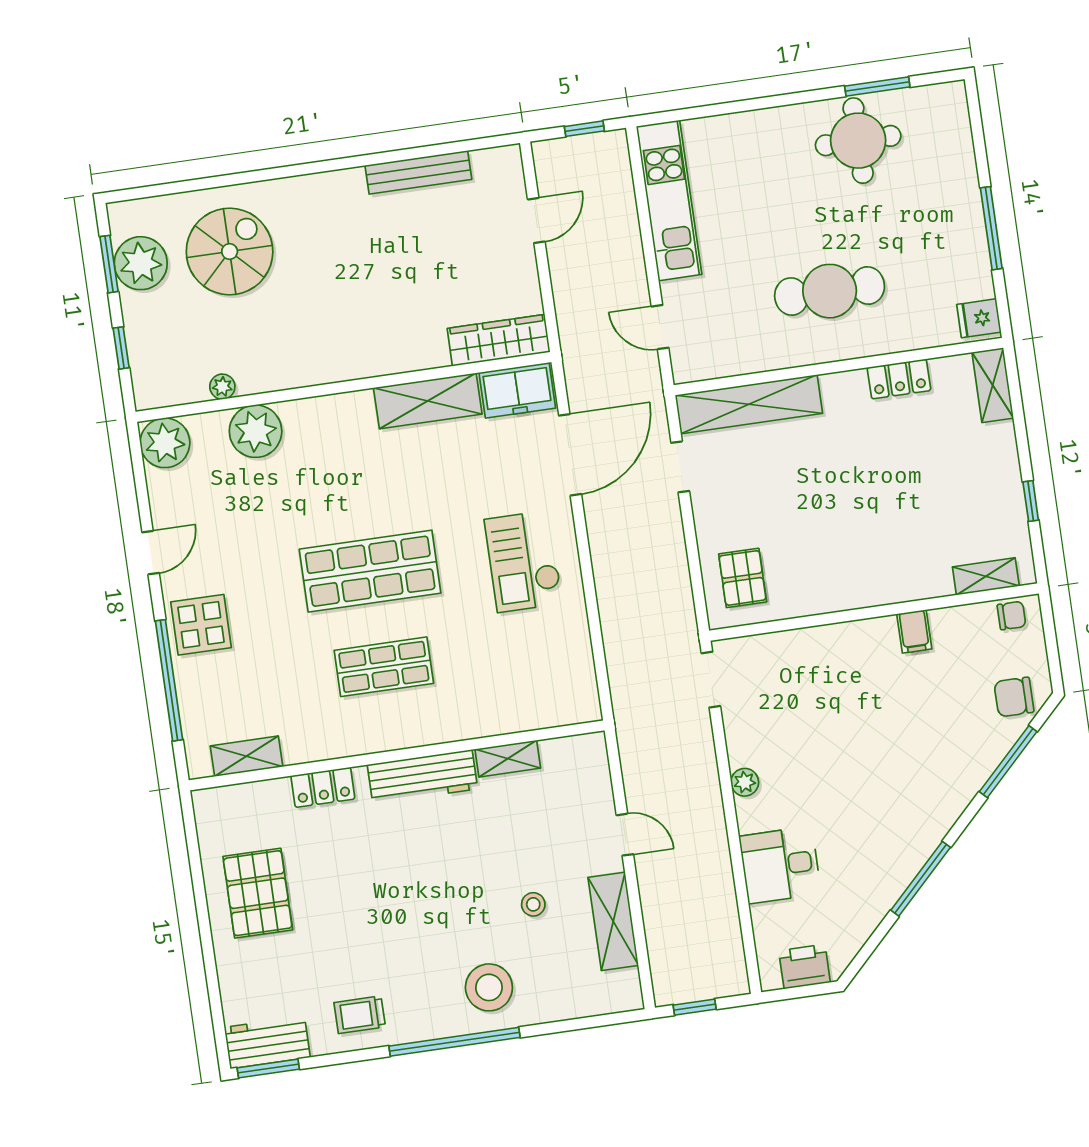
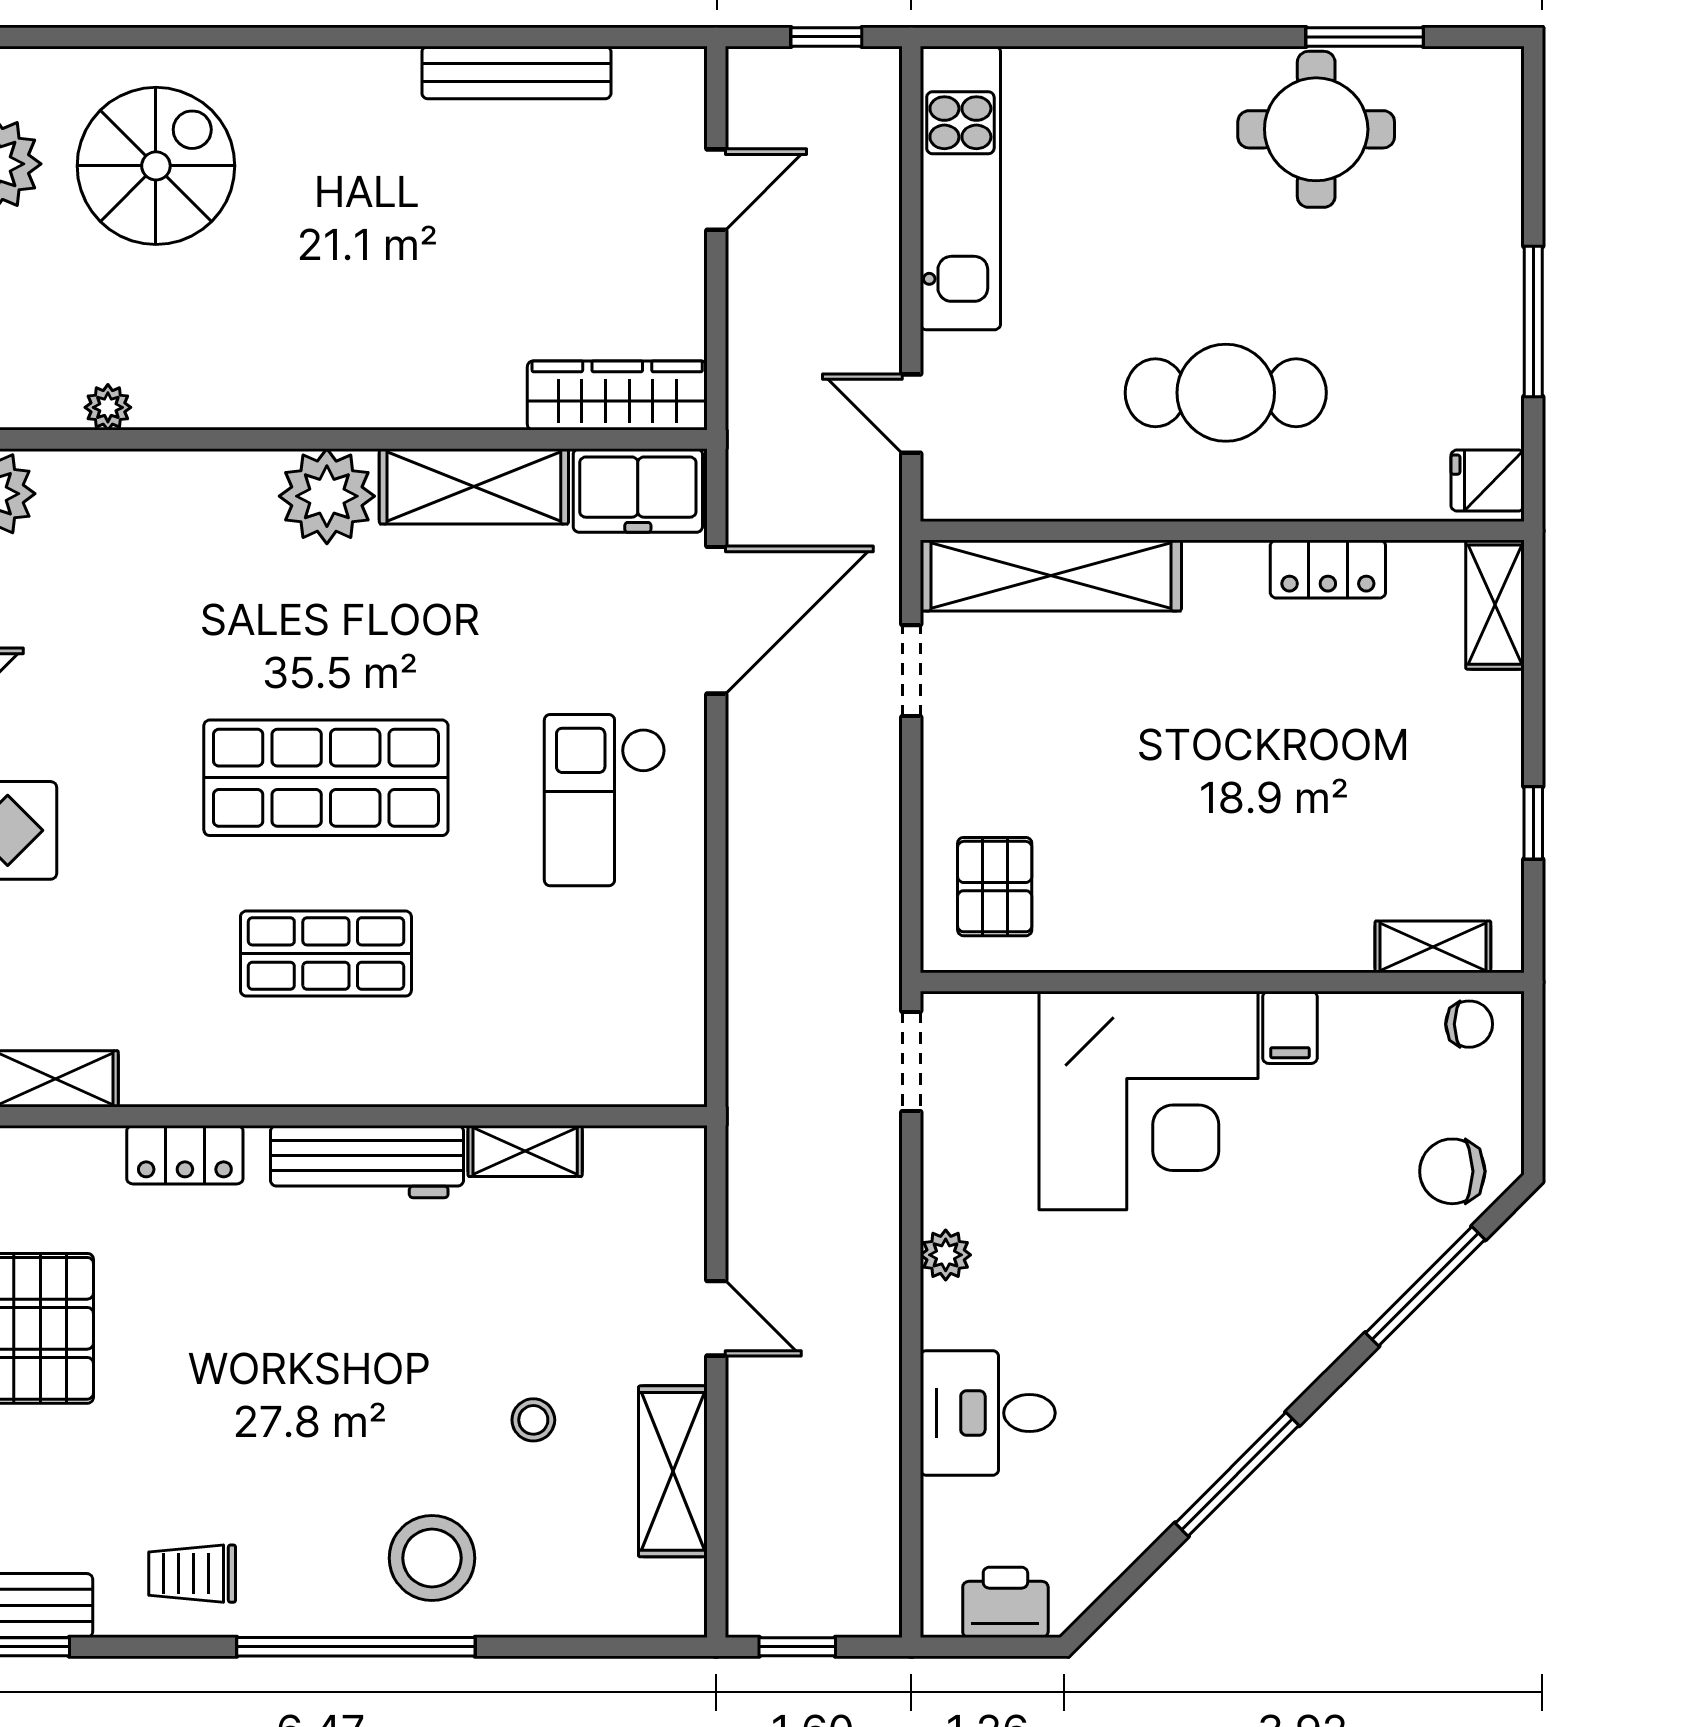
plant: (256, 431) -> (327, 496), moved
corner desk: (843, 682) -> (1149, 1101), added

